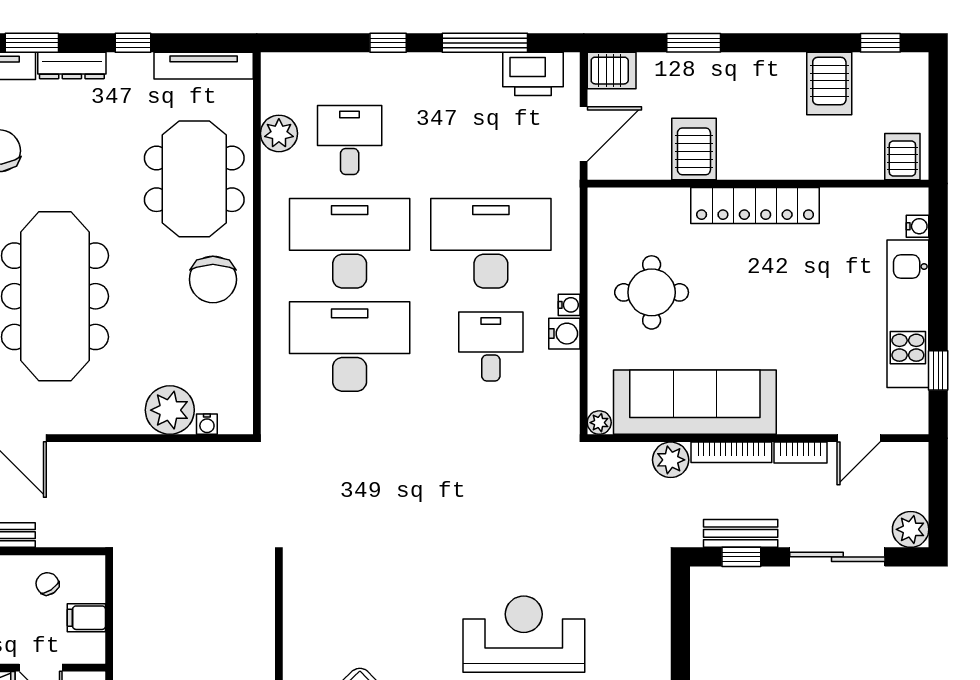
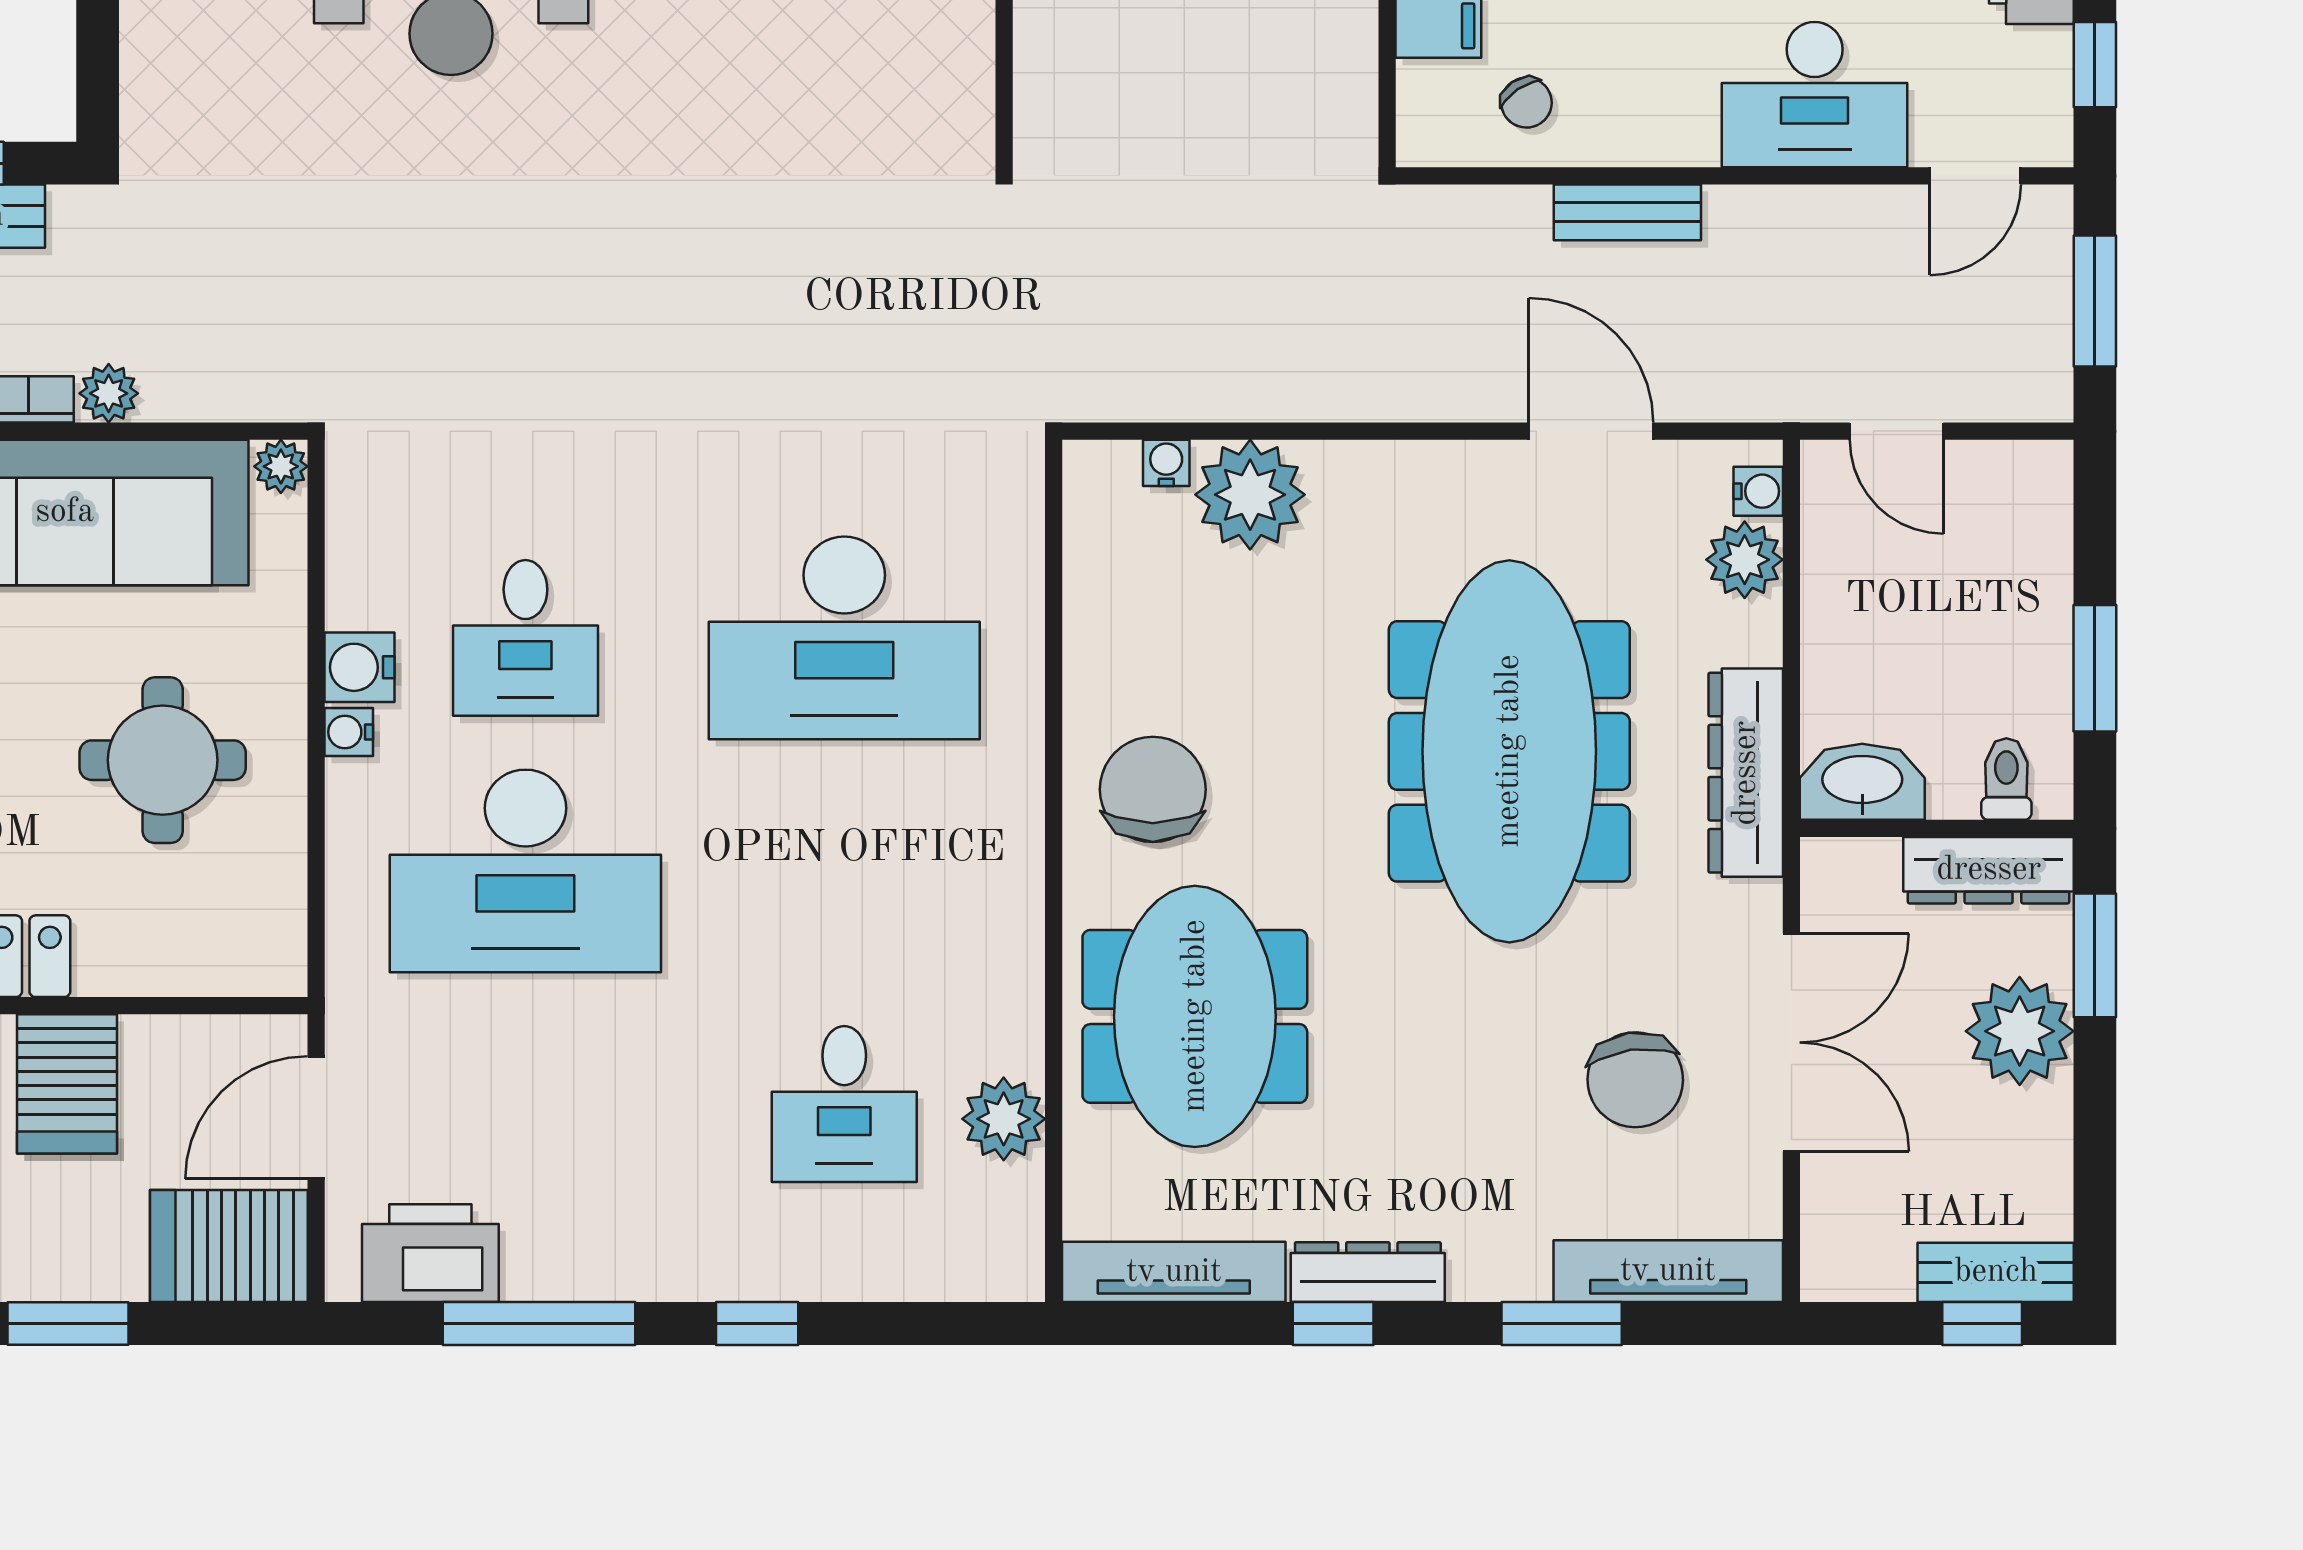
dresser: (72, 66) -> (1368, 1272), moved
server rack: (612, 71) -> (229, 1246), width x1.36, depth x1.44
desk: (350, 243) -> (844, 871), removed
plant: (671, 460) -> (109, 393), width x0.73, depth x0.73

